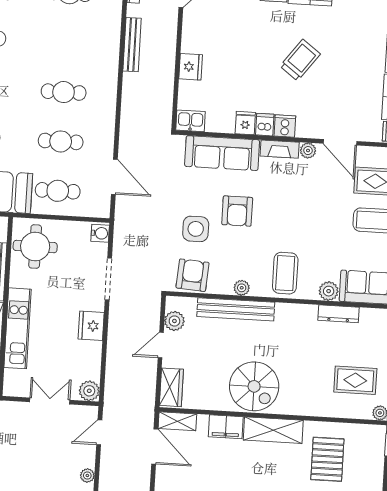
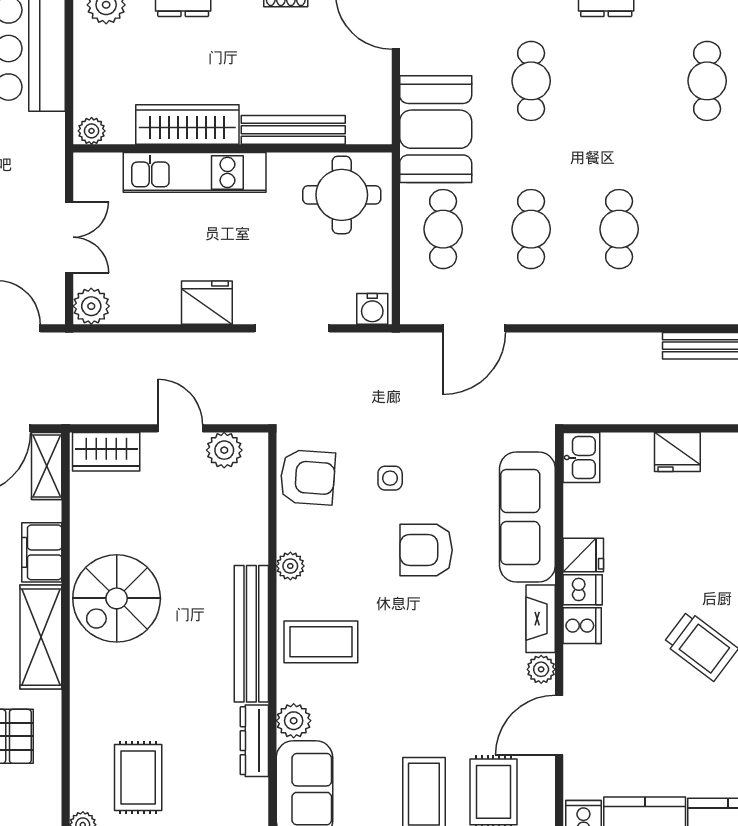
side table: (196, 229) -> (390, 478), width x0.54, depth x0.54
bench: (236, 309) -> (251, 634), moved

